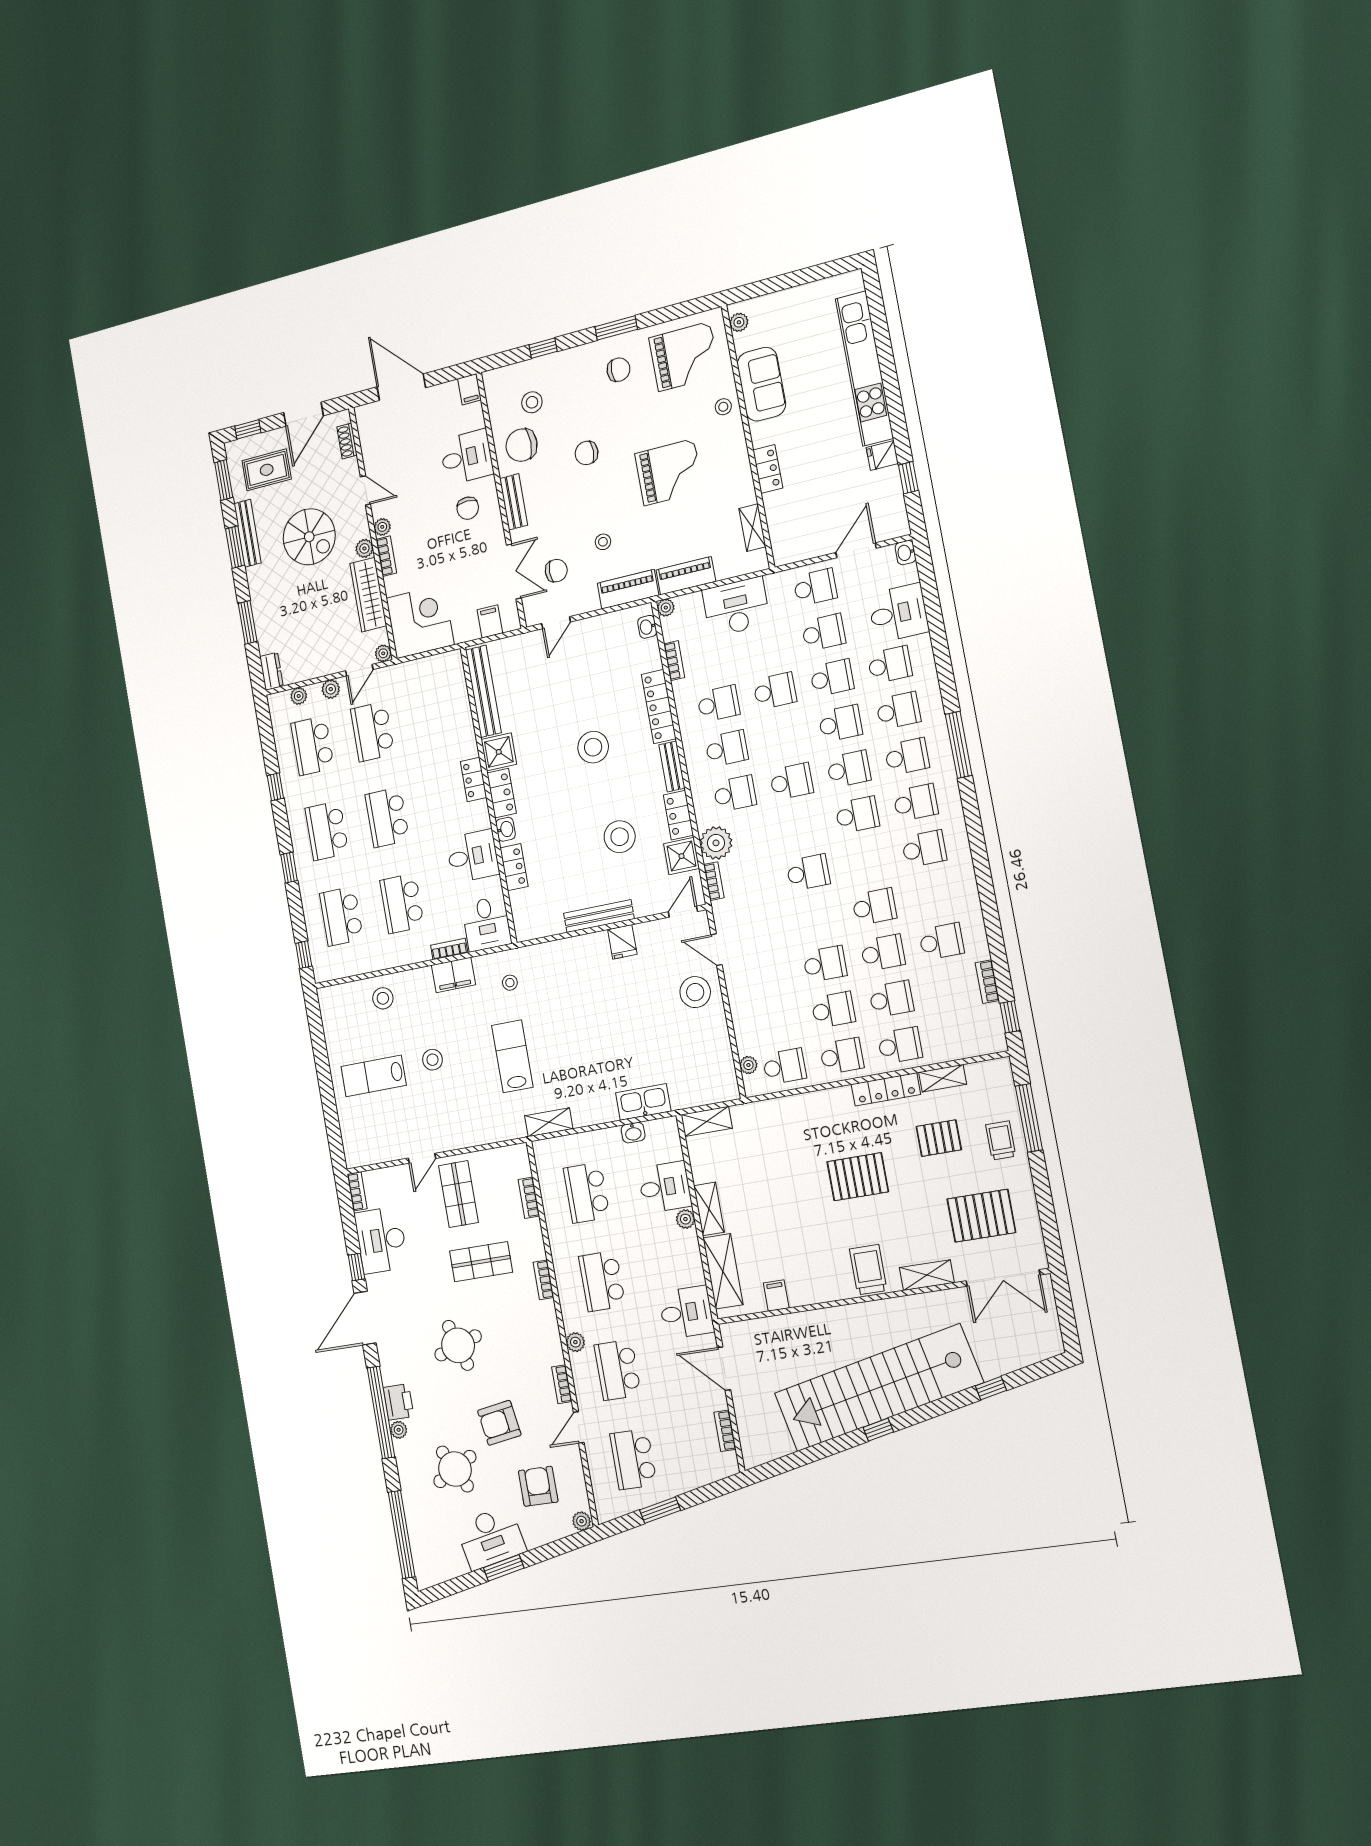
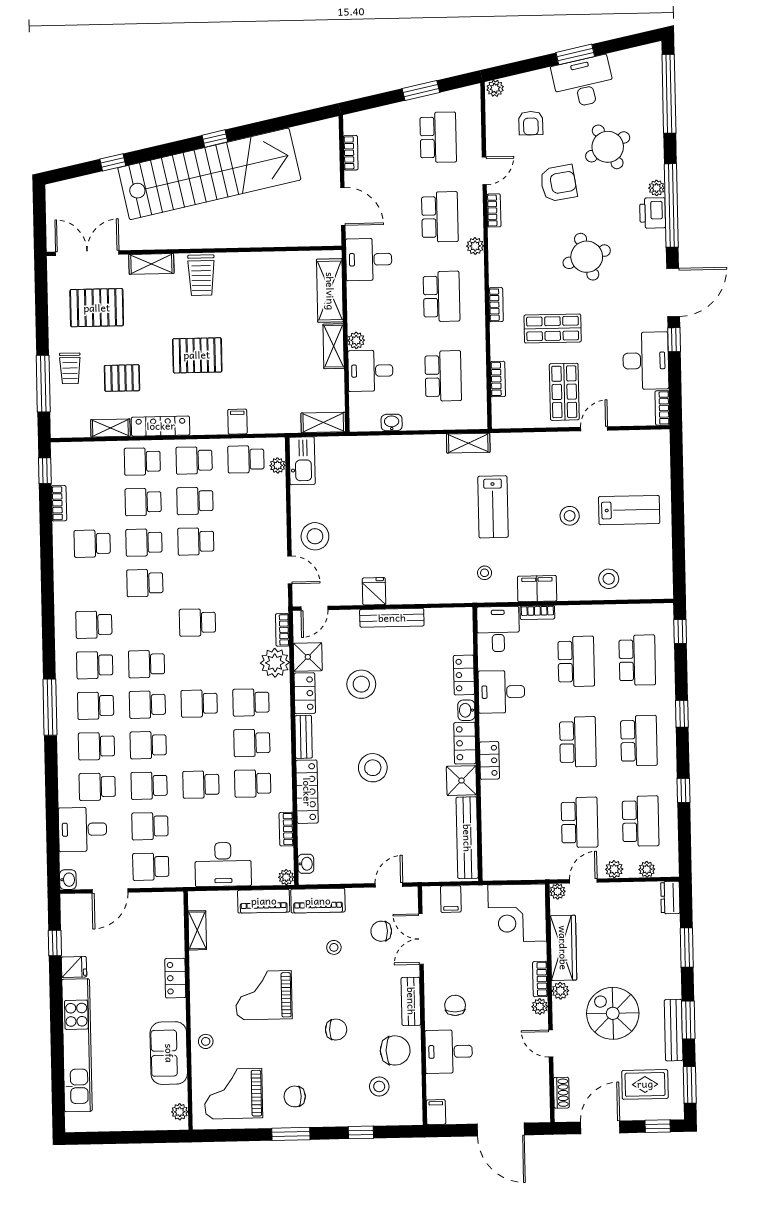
kitchen sink: (643, 1102) -> (302, 461), moved, turned -90
filing cabinet: (776, 1295) -> (237, 422), moved, turned 180
armchair: (538, 1486) -> (531, 123), width x0.72, depth x0.72

